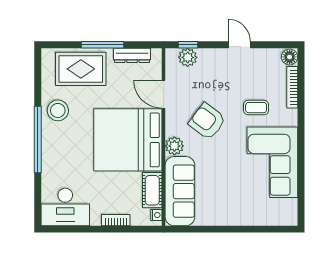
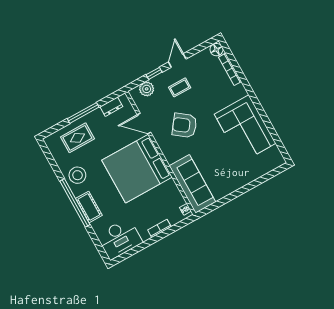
window: (188, 45) -> (154, 73), moved
door: (239, 45) -> (177, 60), hinge flipped
dresser: (132, 55) -> (111, 107), width x0.70
rug: (81, 69) -> (77, 138), width x0.73, depth x0.70
coffee table: (256, 108) -> (180, 87), moved
plant: (174, 146) -> (171, 155), removed
cot: (152, 190) -> (89, 207), moved

